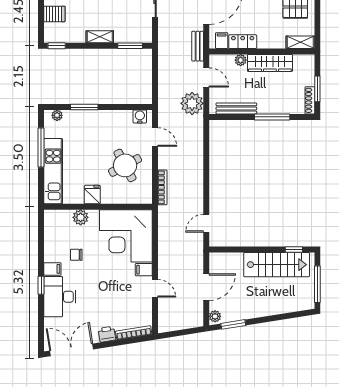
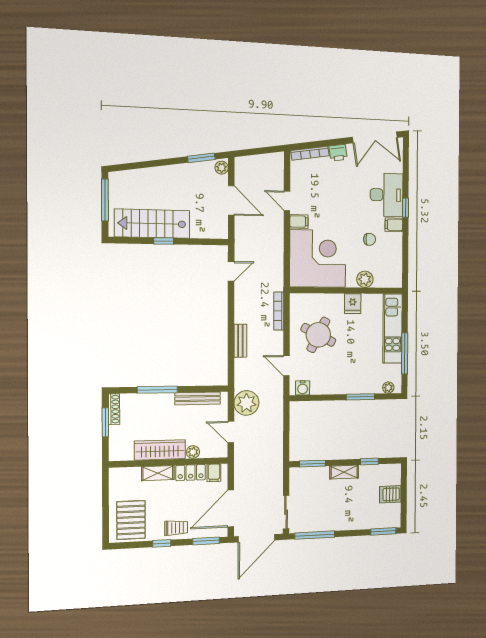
shelving: (300, 42) -> (158, 473), moved
window: (57, 46) -> (369, 462), moved
bench: (198, 46) -> (240, 341), moved
round table: (125, 165) -> (318, 335), turned -35
window: (294, 249) -> (164, 241), moved
door: (206, 287) -> (231, 200), swing flipped

